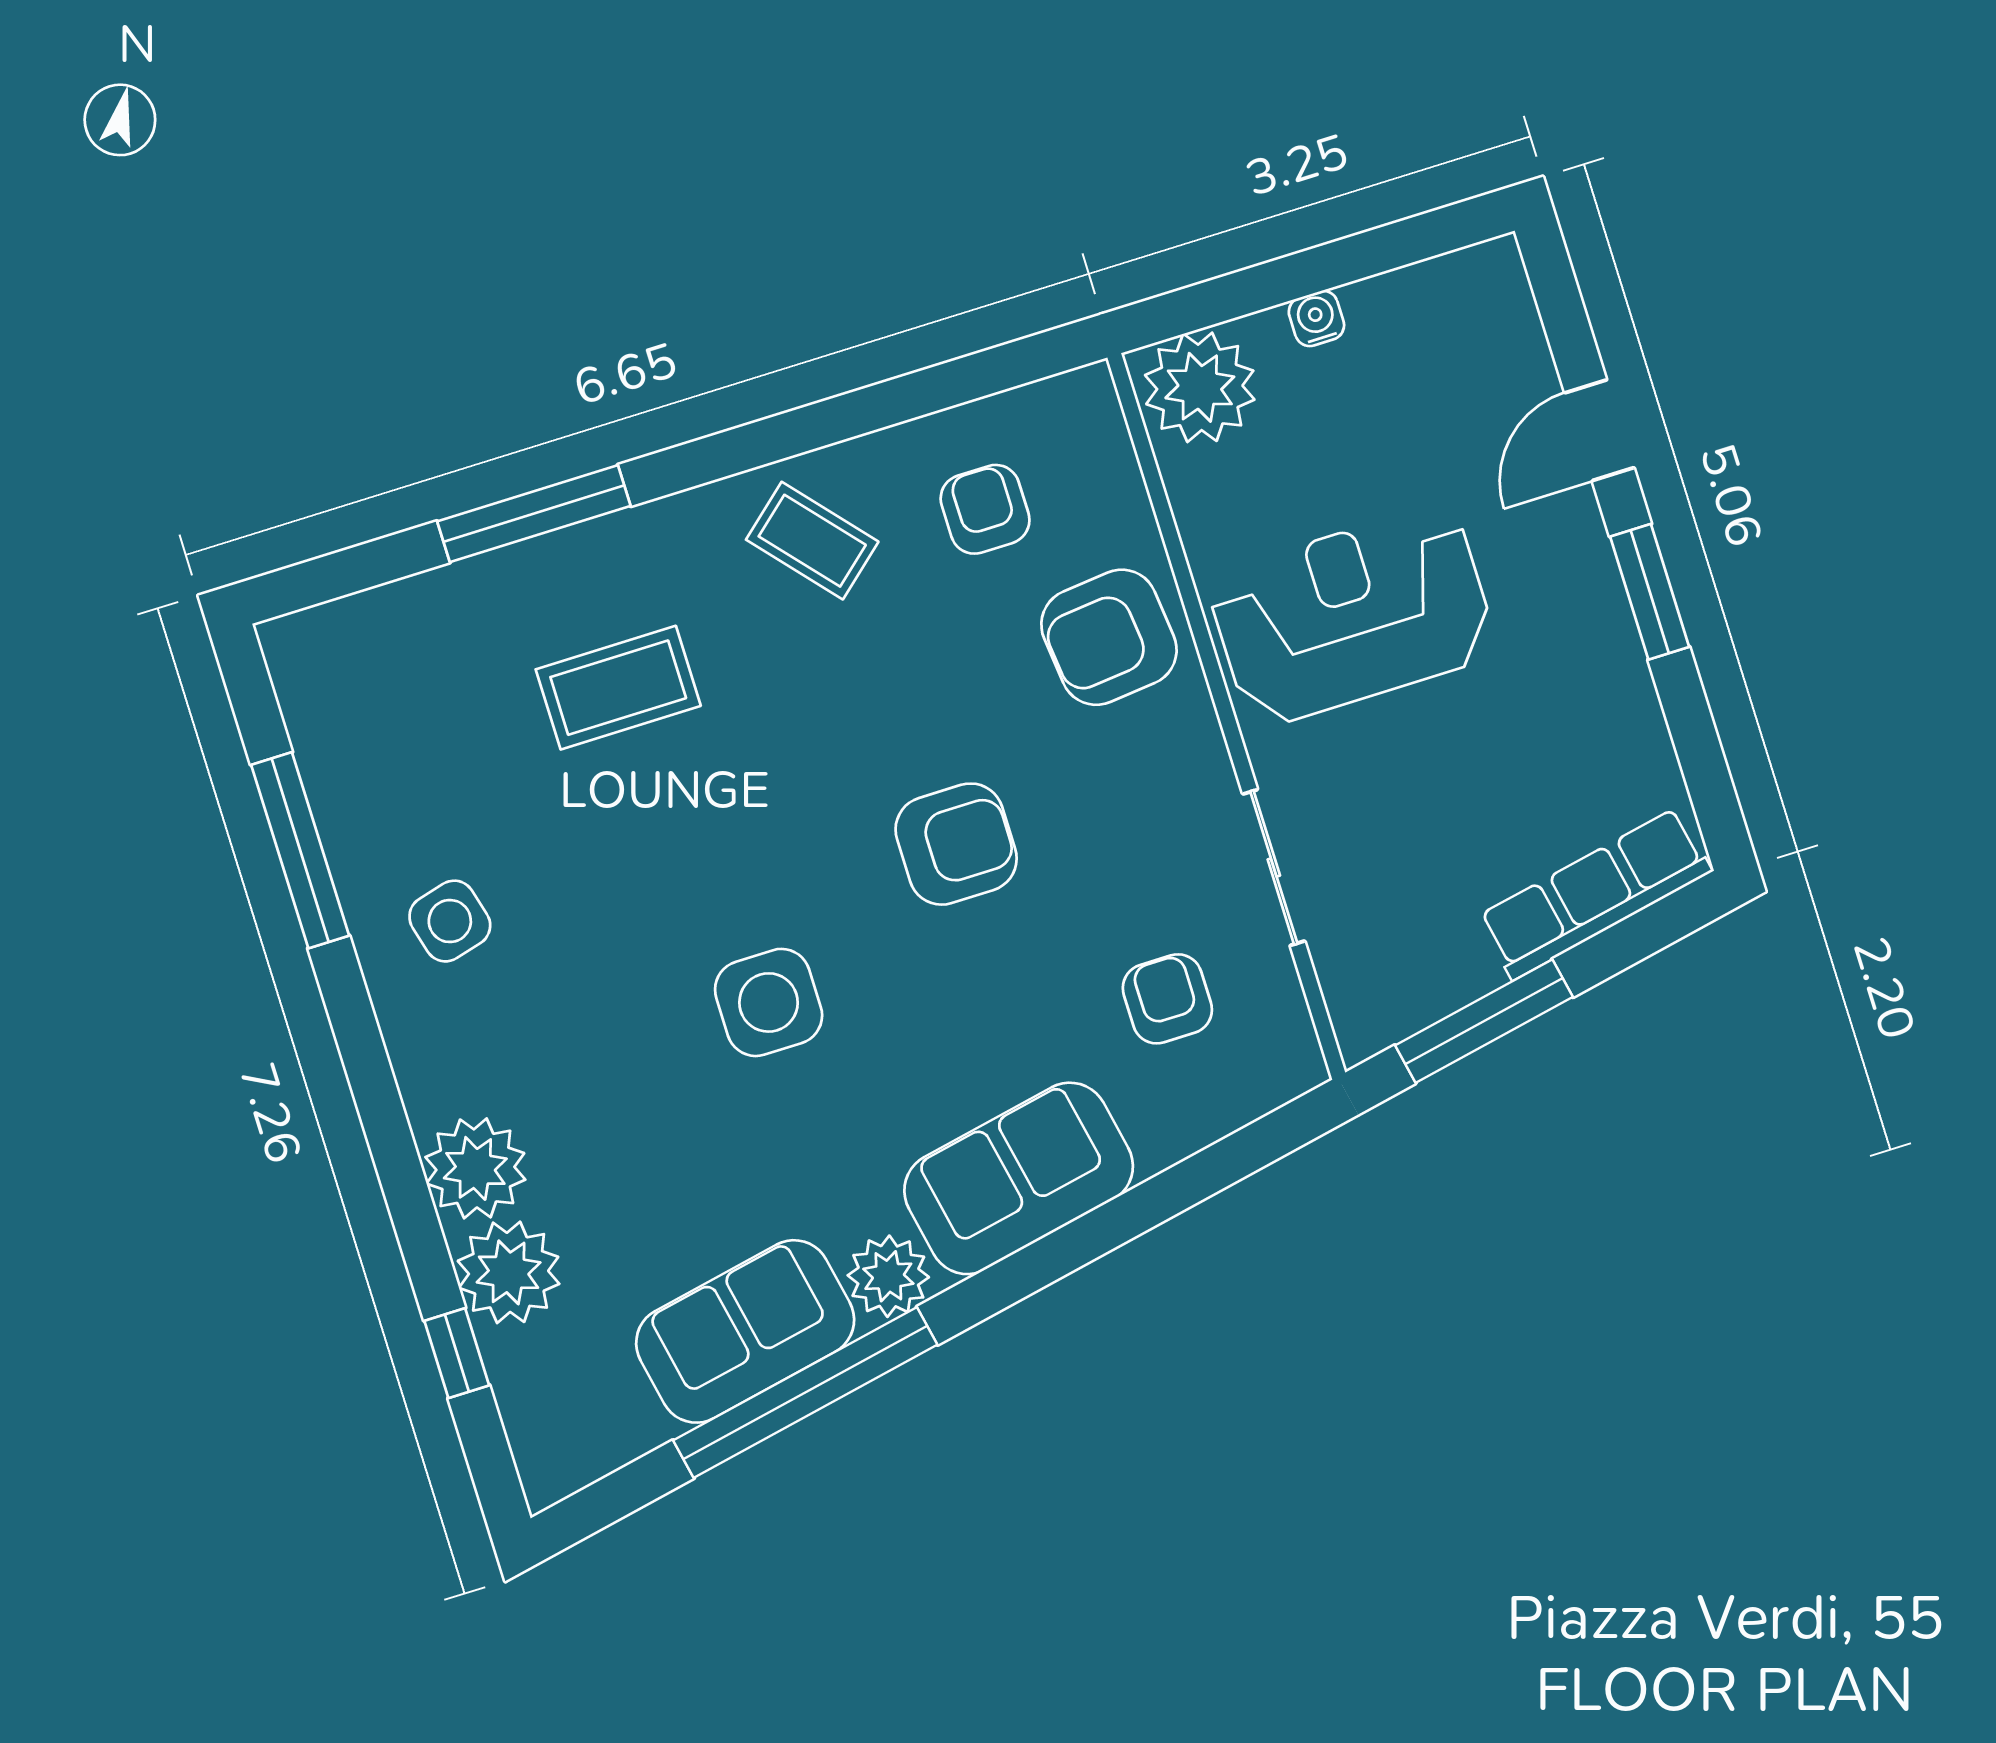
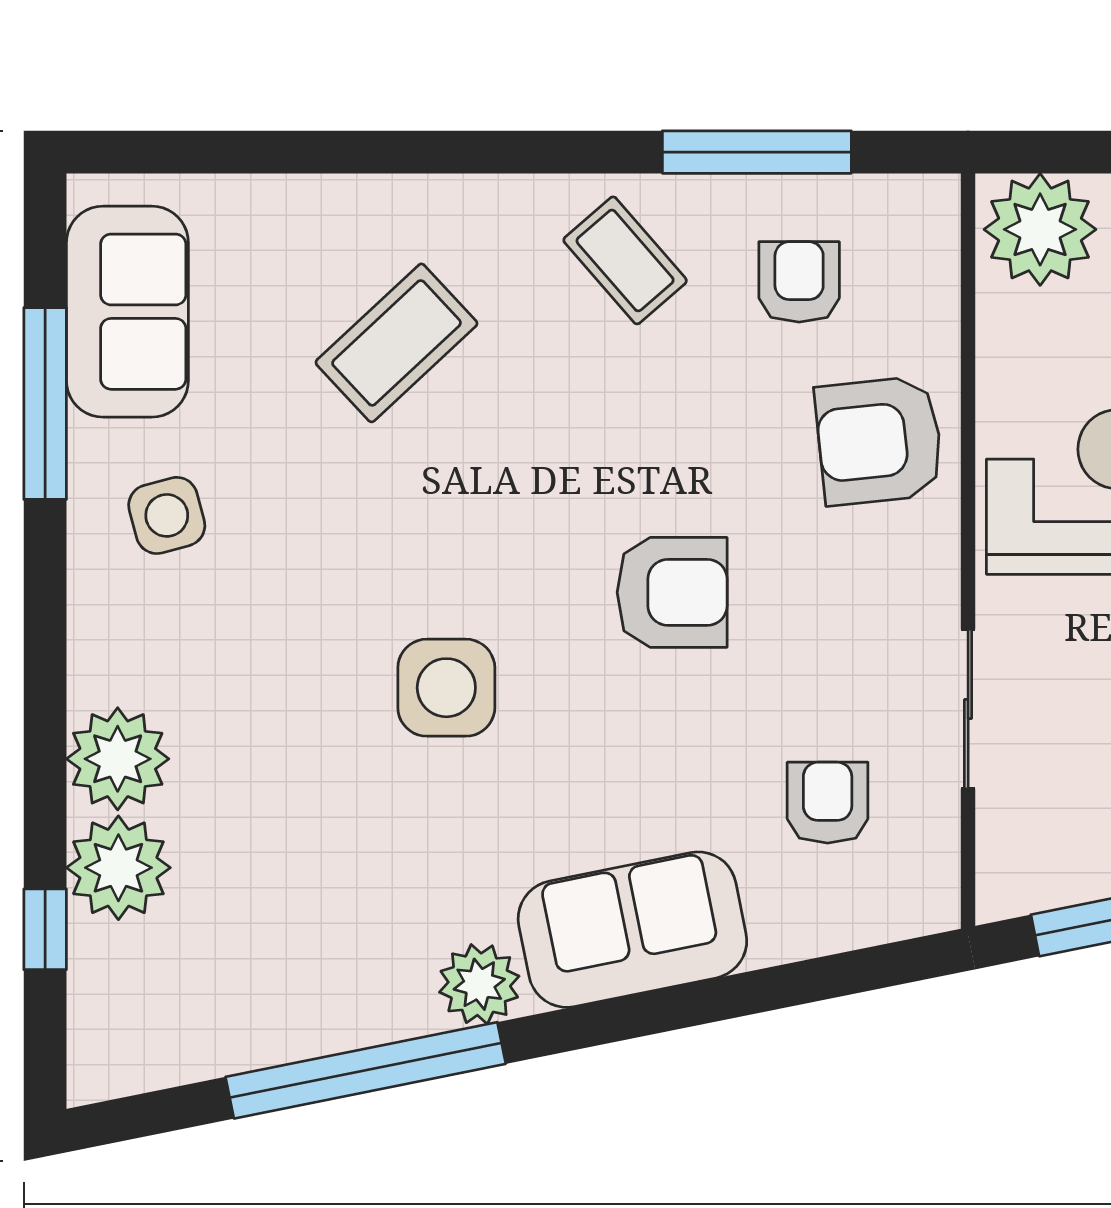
window: (534, 514) -> (757, 152), moved
coffee table: (618, 688) -> (397, 343), turned -43
sofa: (745, 1331) -> (127, 312), moved, turned 101

